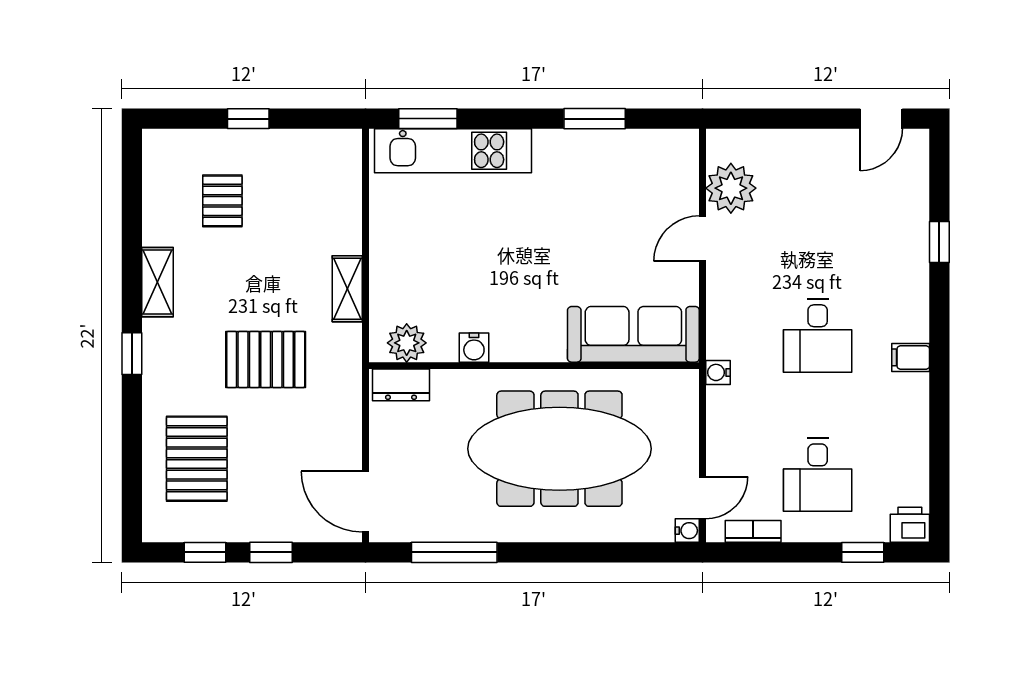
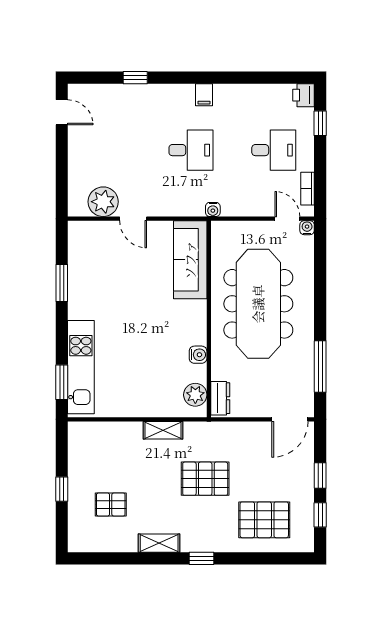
pallet: (266, 359) -> (205, 479), turned 90

